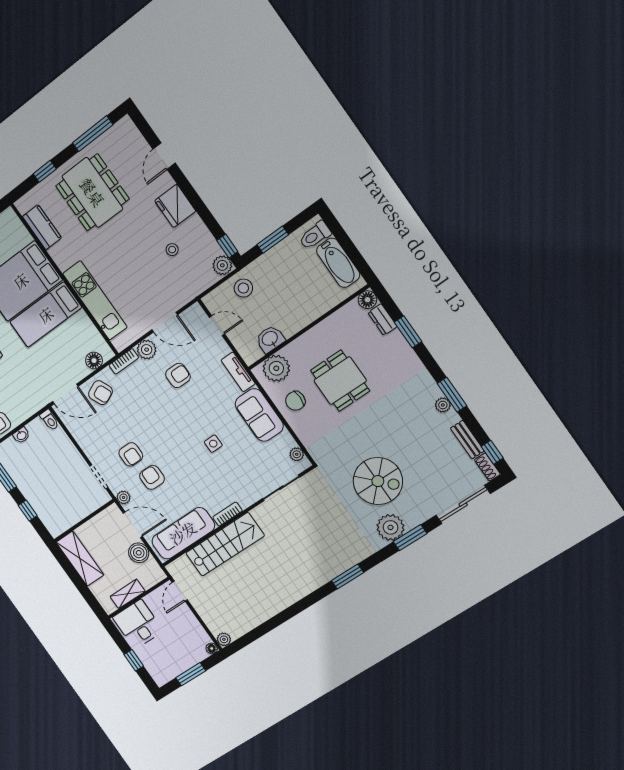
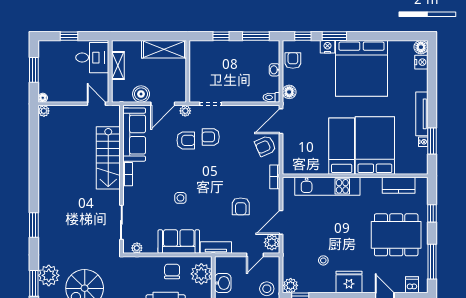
dishwasher: (131, 137) -> (412, 285), added
plant: (147, 350) -> (272, 242), moved
floor lamp: (94, 361) -> (289, 92), moved

